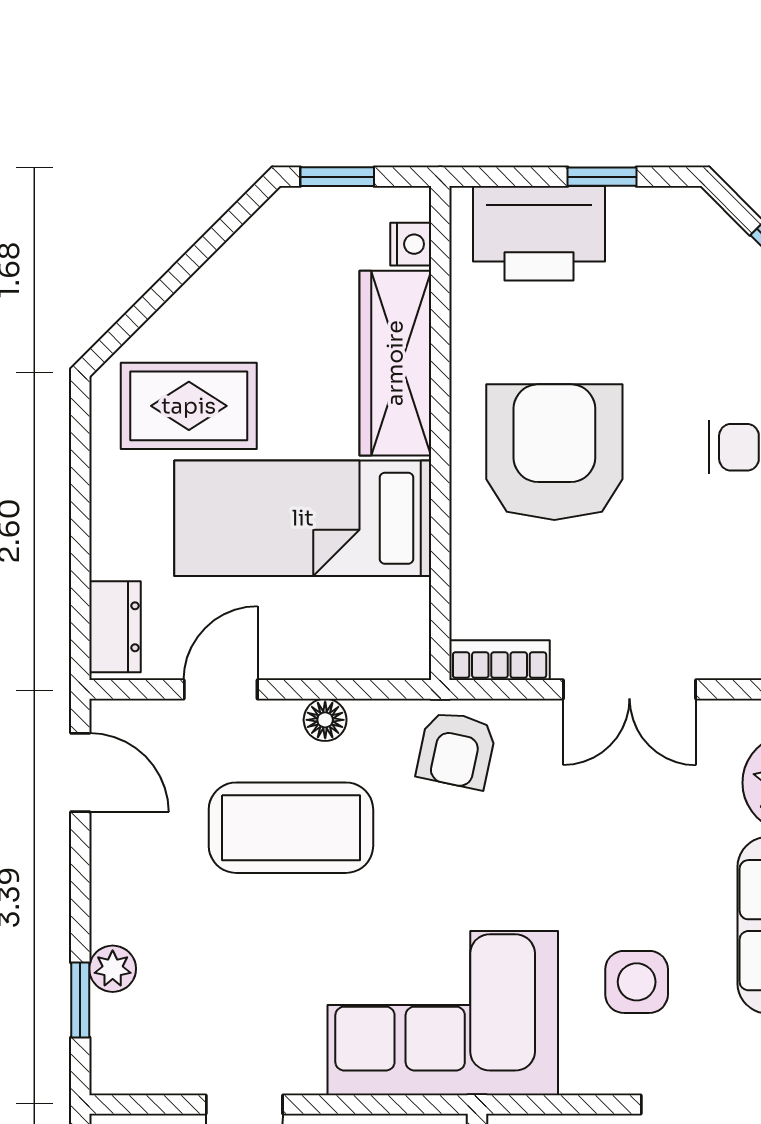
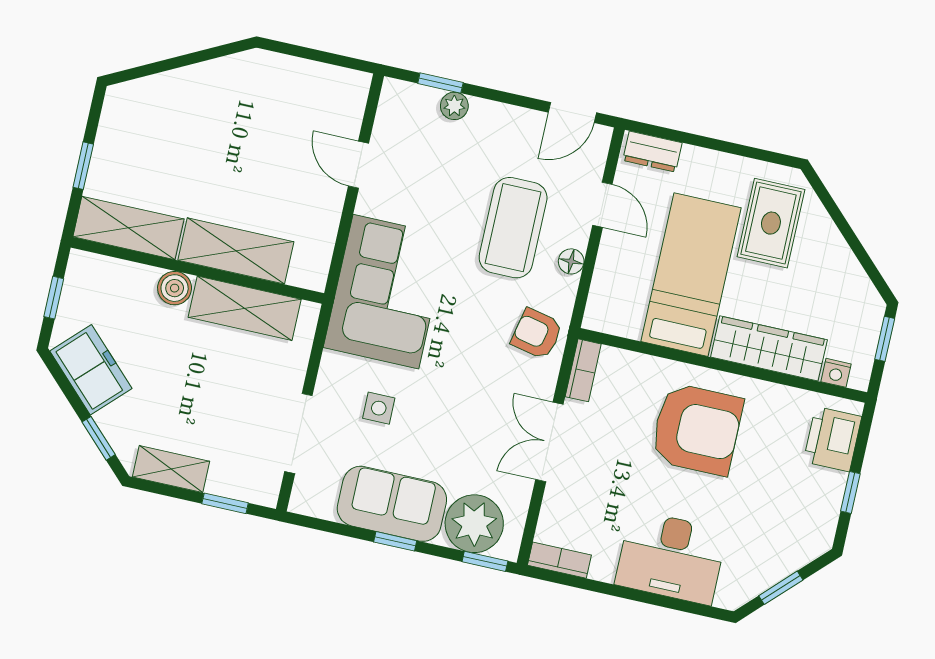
printer: (539, 233) -> (833, 439), width x0.73, depth x0.84
side table: (637, 982) -> (379, 408), width x0.73, depth x0.73

